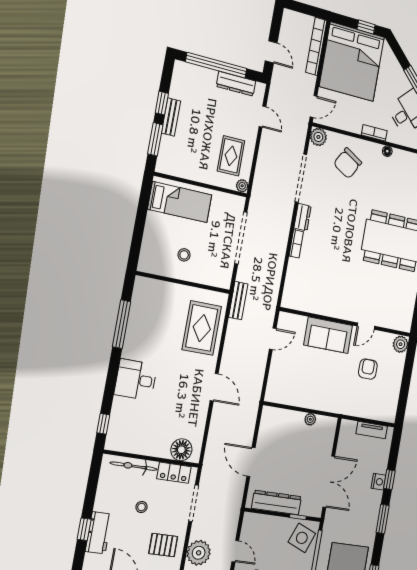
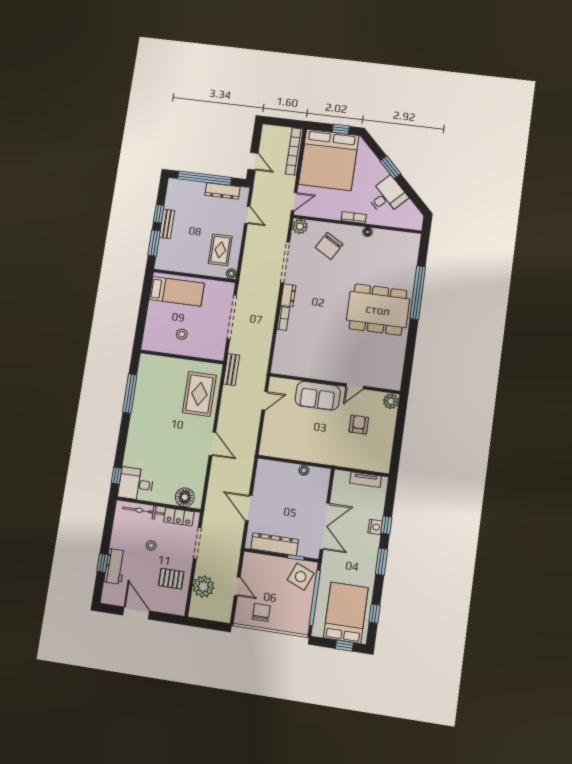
desk: (136, 380) -> (136, 484), moved

